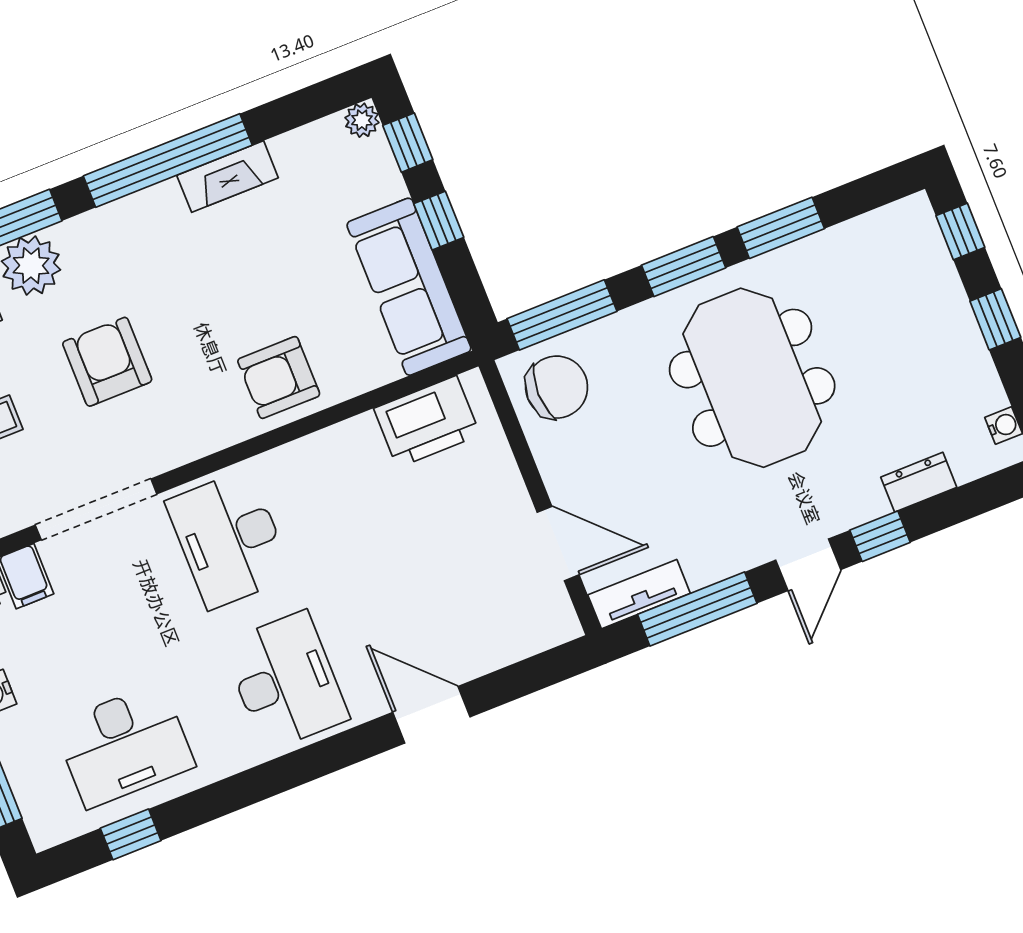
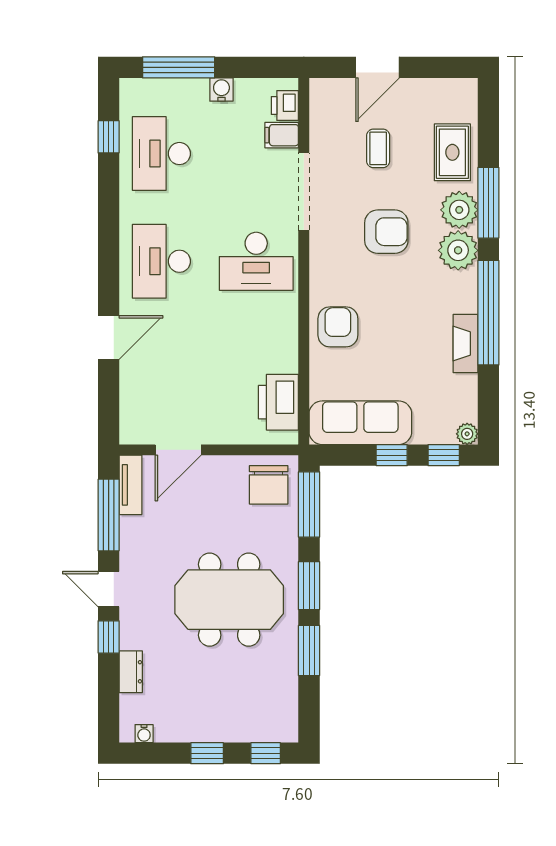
plant: (92, 243) -> (458, 250), added
desk: (229, 539) -> (256, 261), turned 180
desk: (286, 681) -> (161, 261), turned 90

